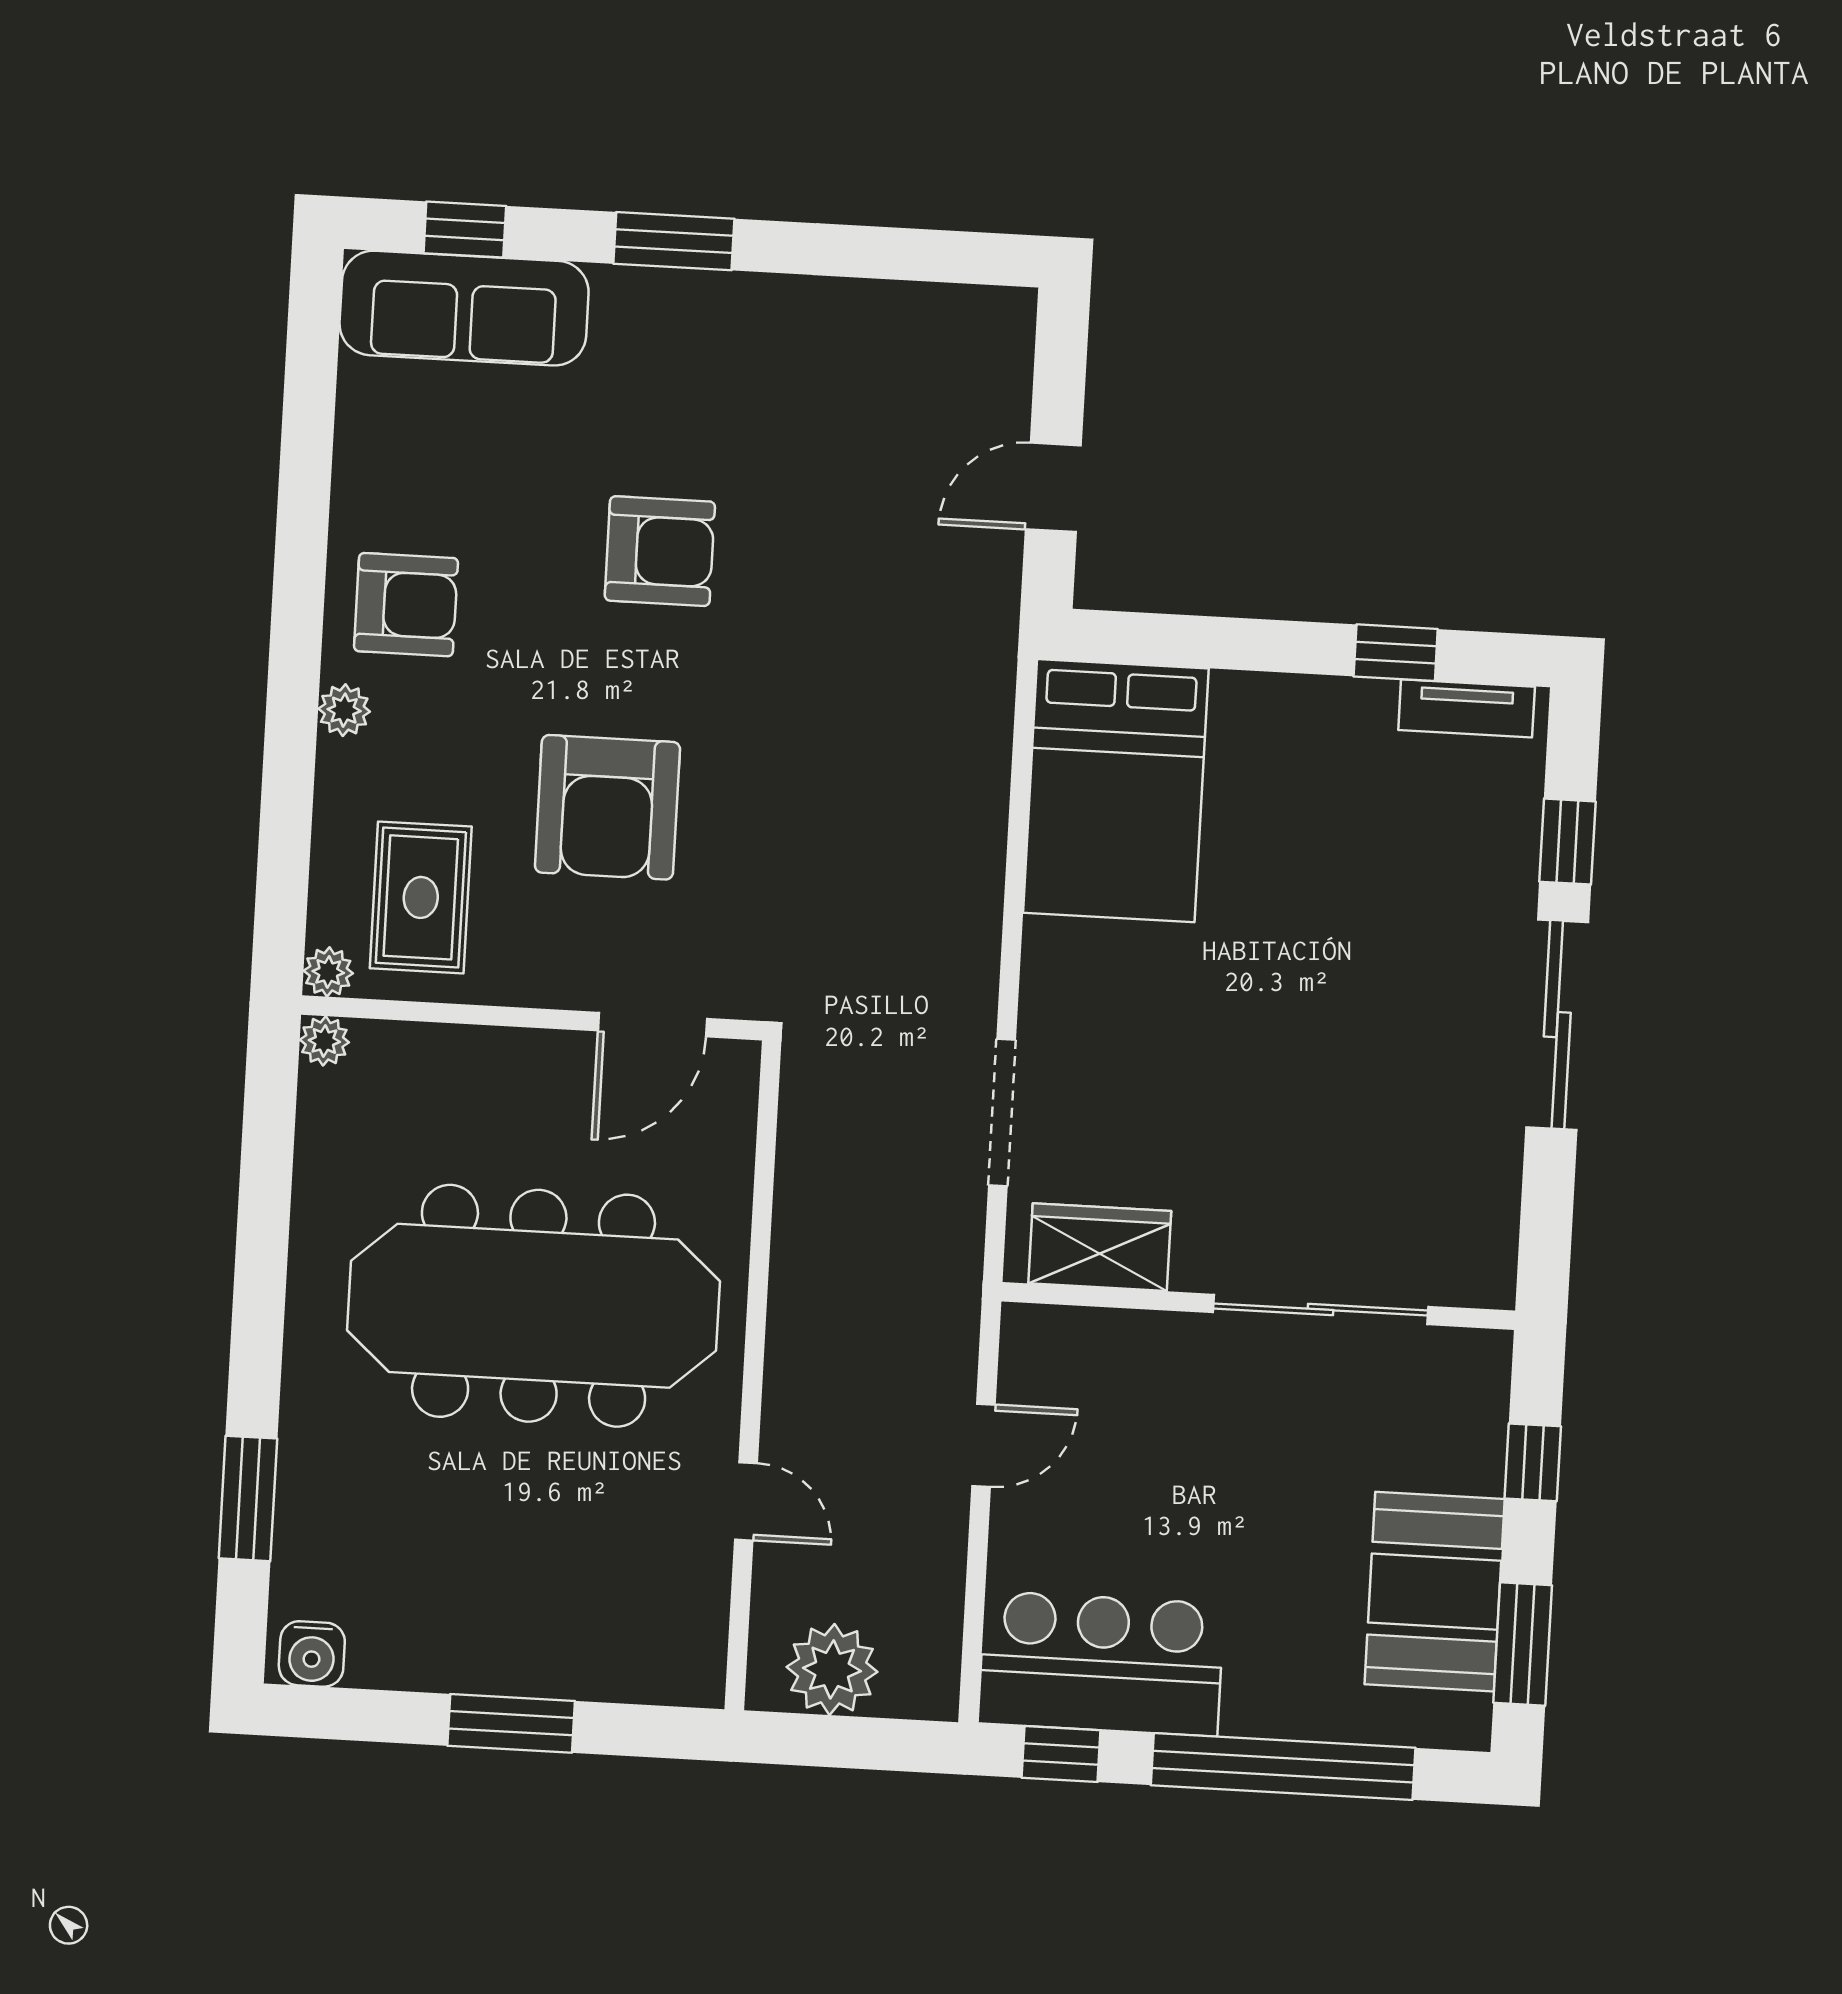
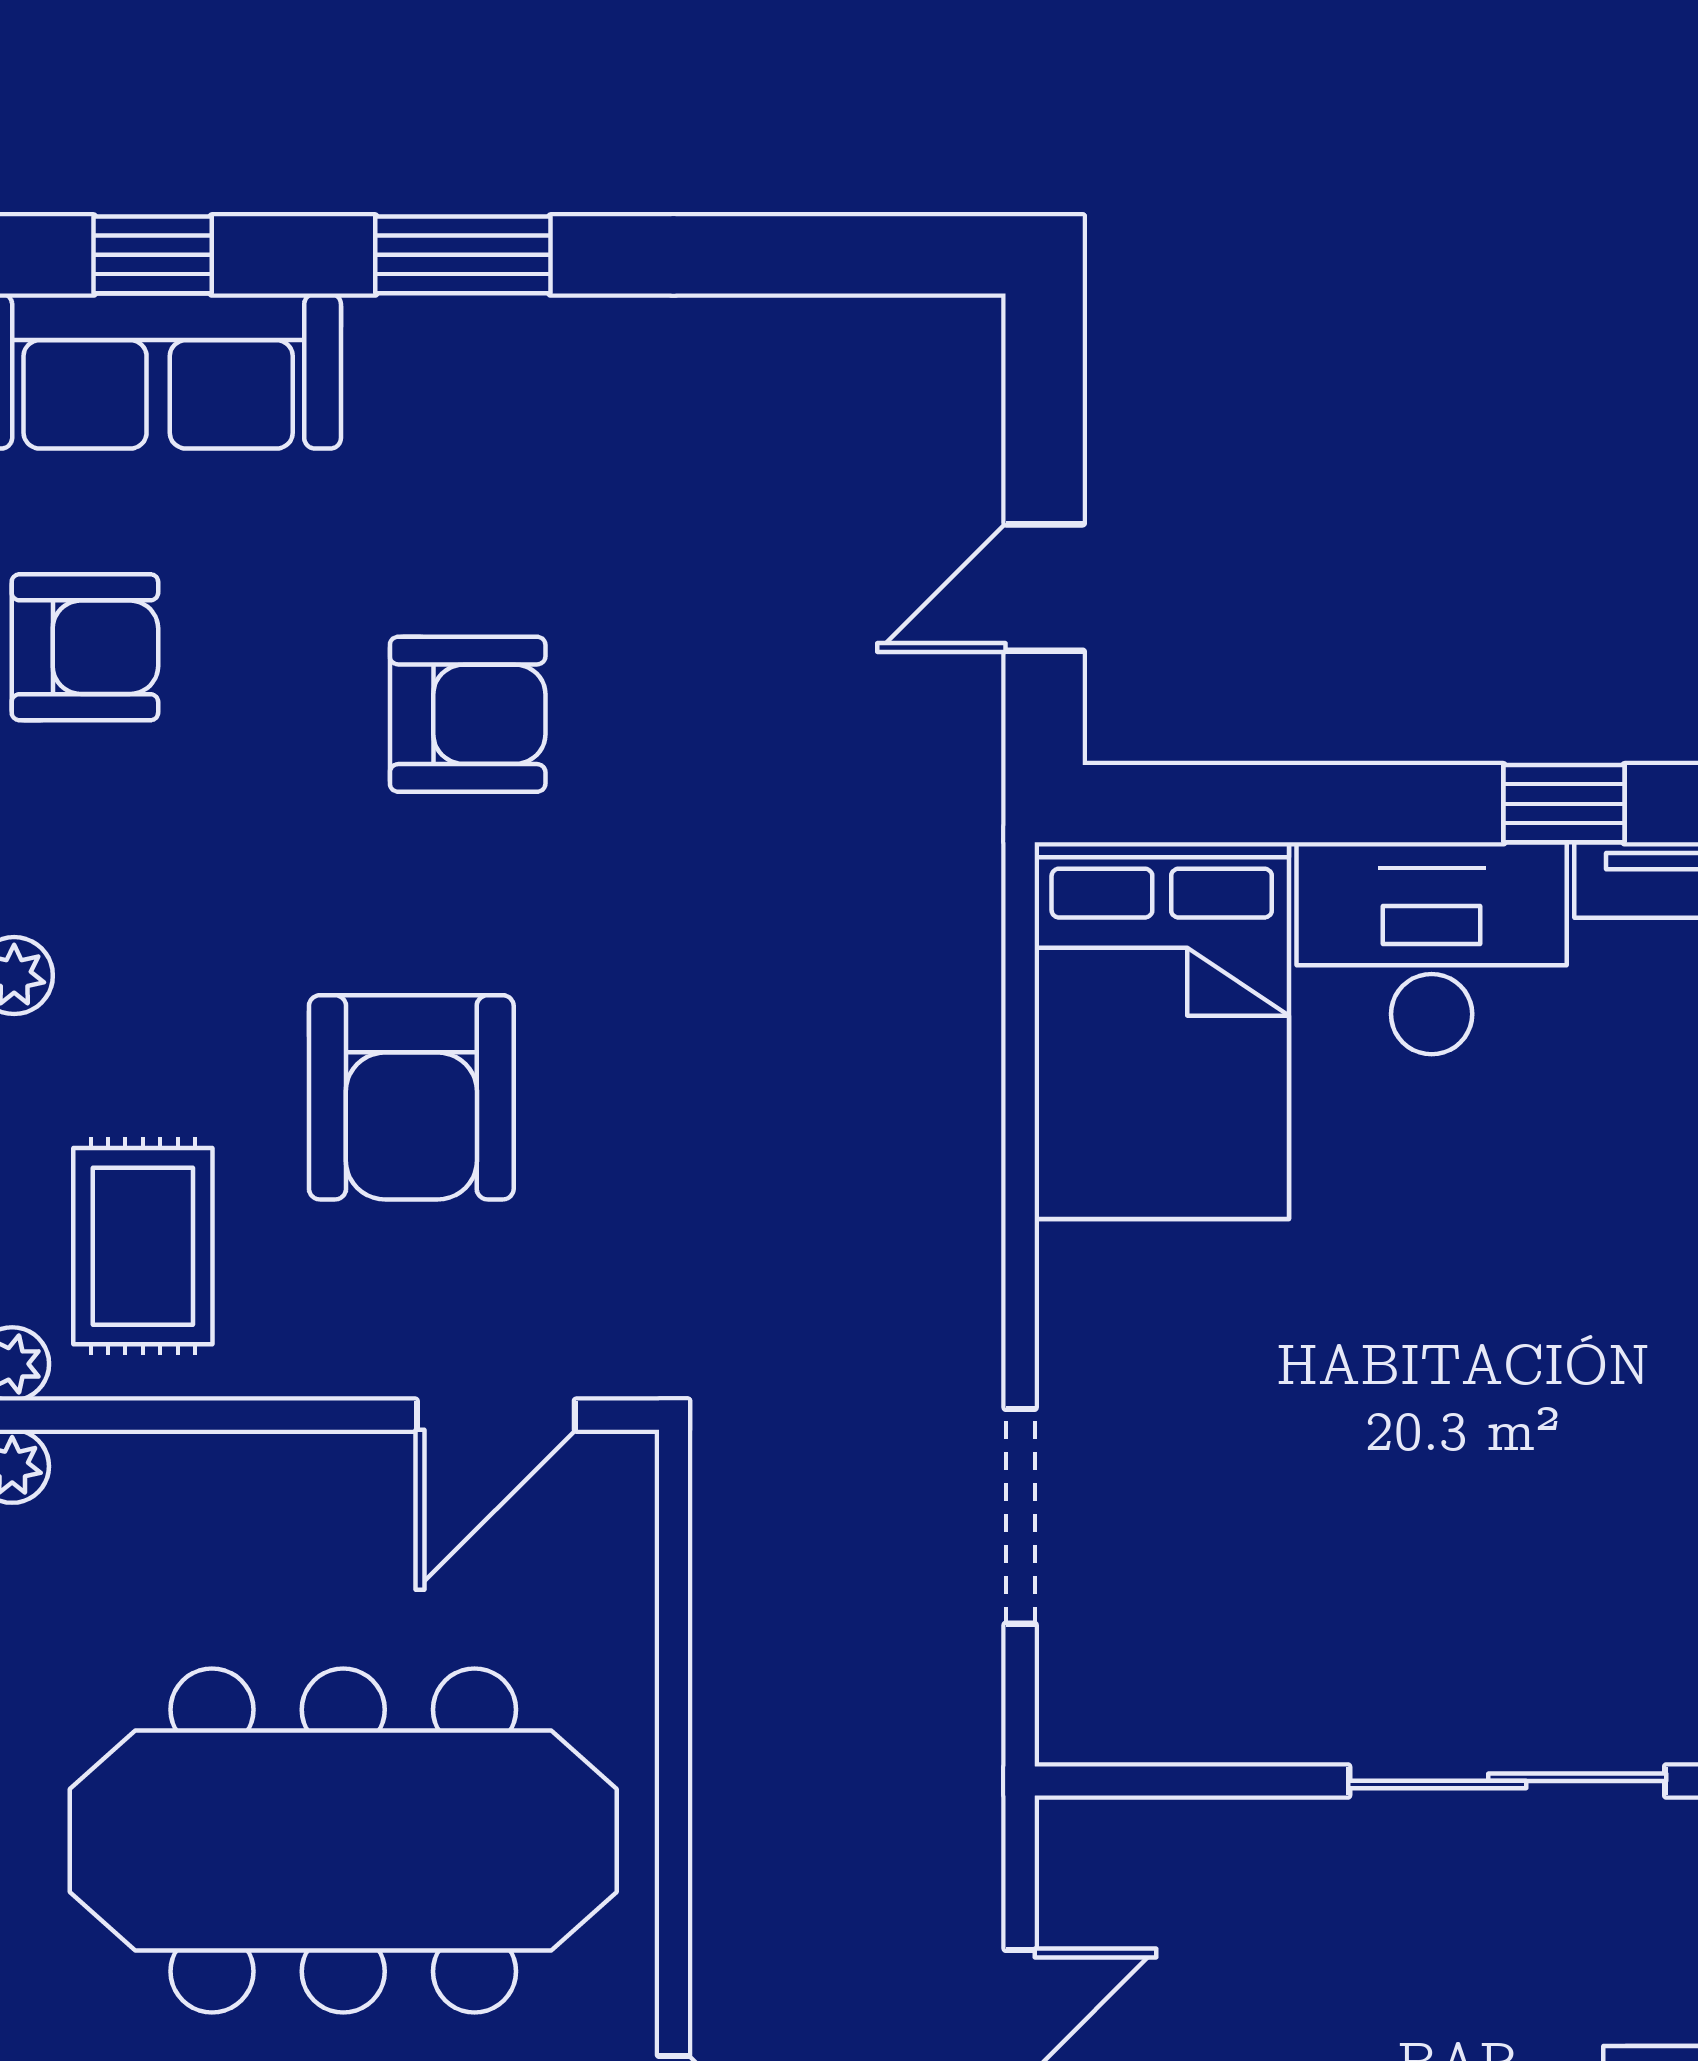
armchair: (406, 605) -> (85, 647), moved
desk: (1301, 745) -> (1432, 948), added
wardrobe: (1100, 1247) -> (1176, 1707), removed

